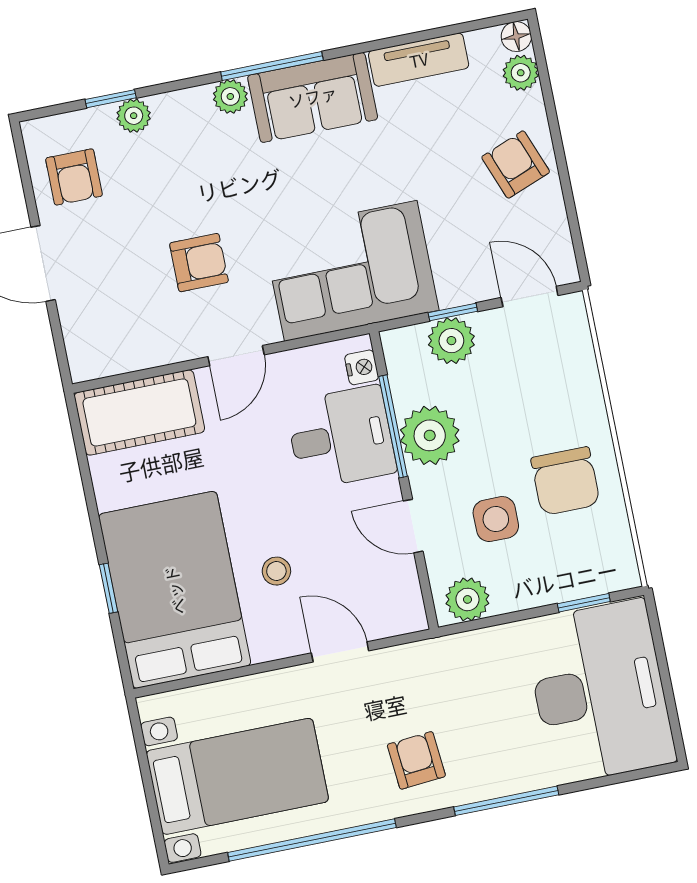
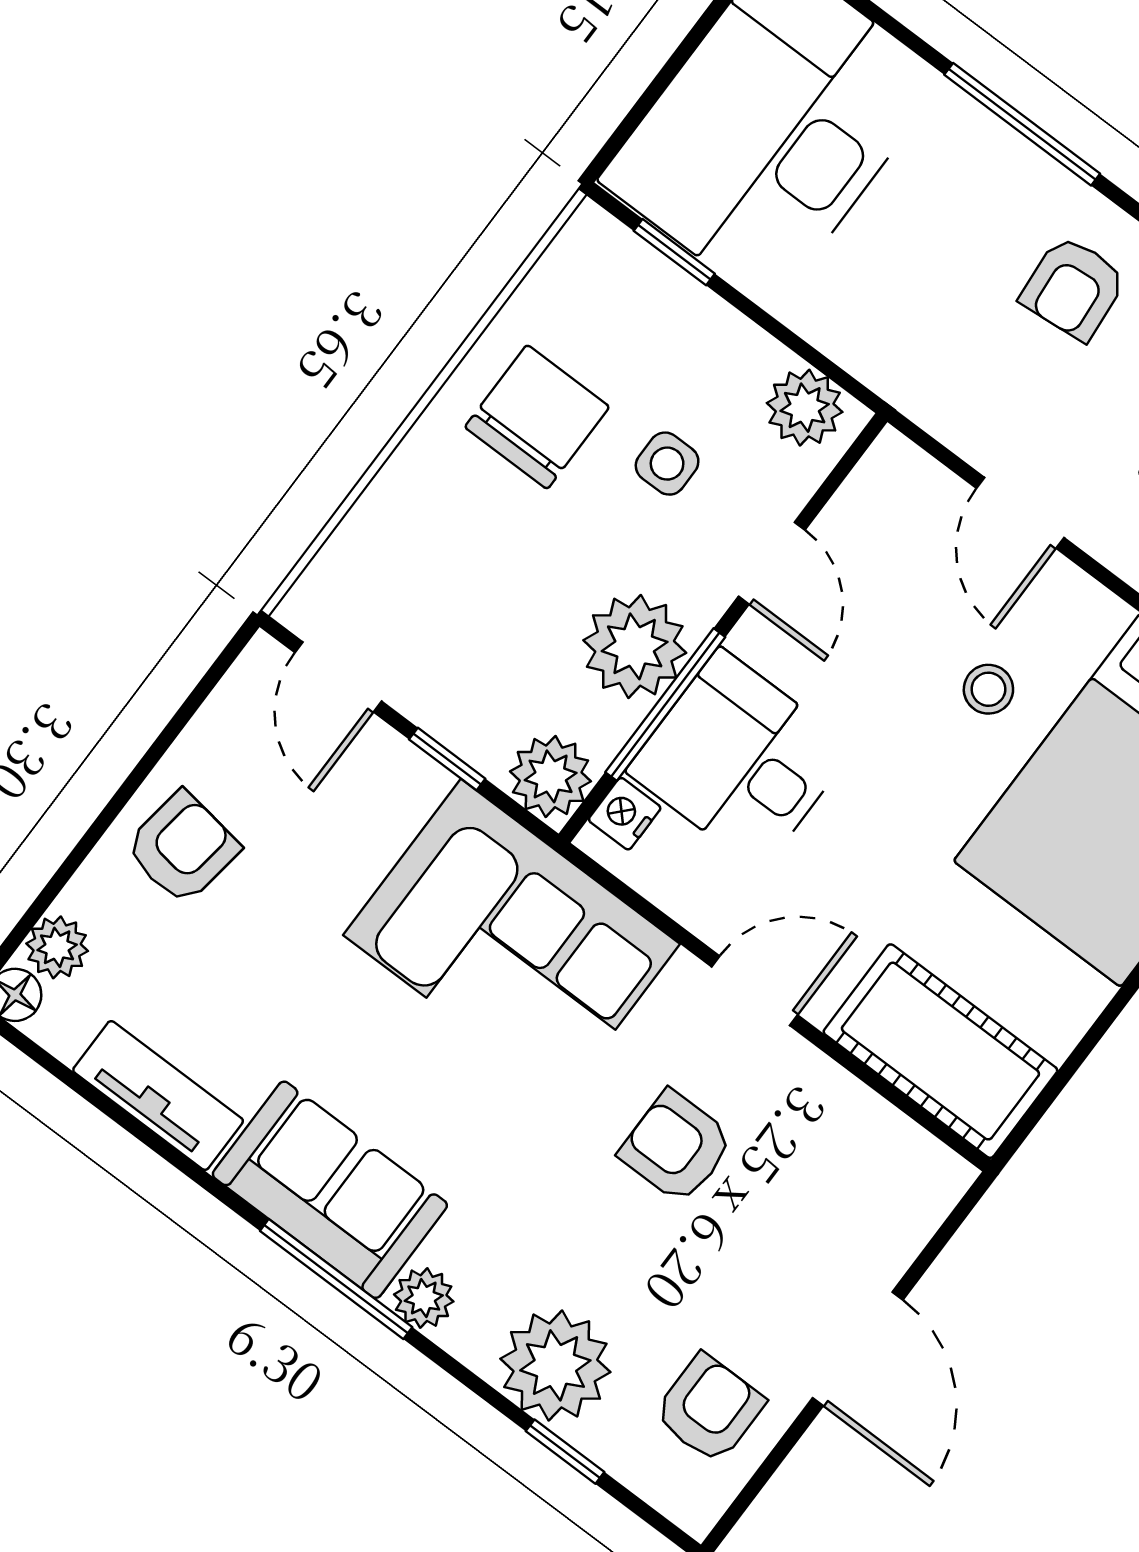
plant: (134, 116) -> (555, 1365), width x1.87, depth x1.87
armchair: (516, 165) -> (182, 848), turned -151
plant: (451, 341) -> (551, 776), moved
side table: (496, 519) -> (667, 464), width x0.73, depth x0.73

